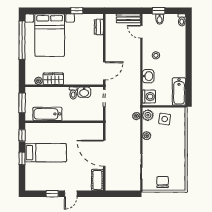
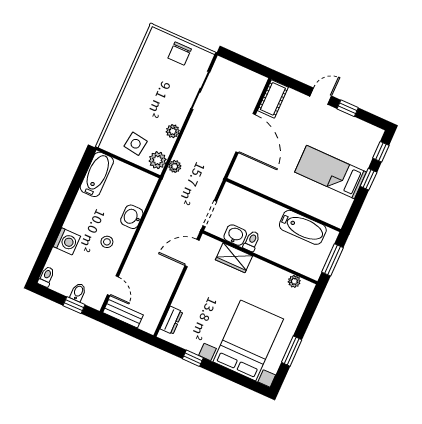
window: (22, 40) -> (292, 351), width x0.47
wardrobe: (53, 79) -> (234, 258), moved
washing machine: (149, 97) -> (67, 241), moved, turned 180
window: (22, 135) -> (381, 152), moved

